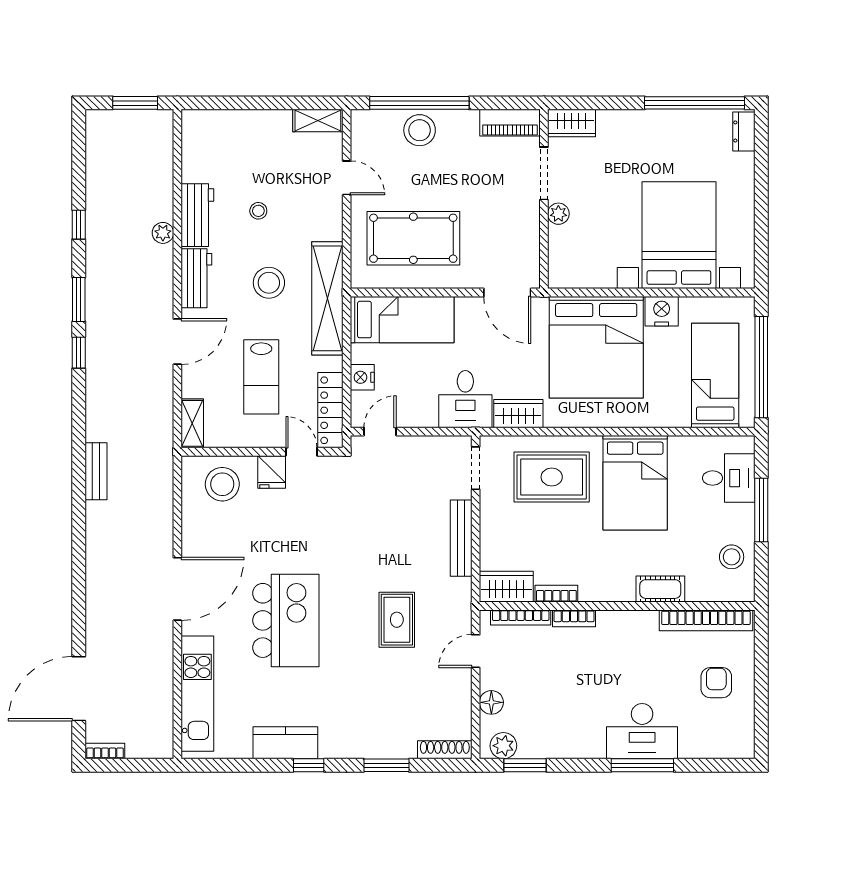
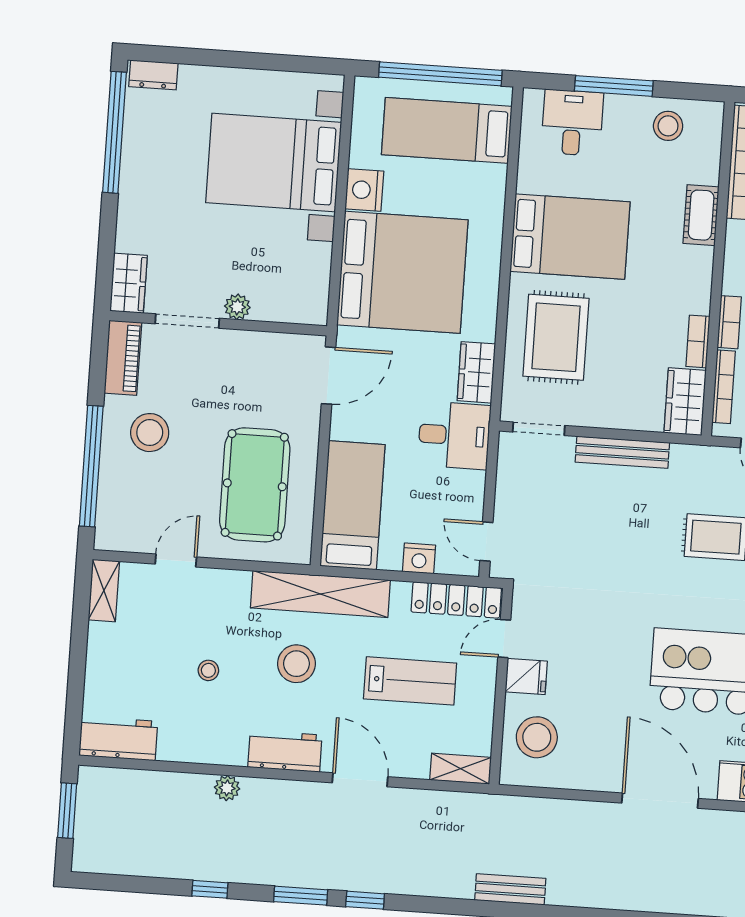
stool: (420, 130) -> (150, 433), moved
workbench: (197, 215) -> (118, 738), moved

